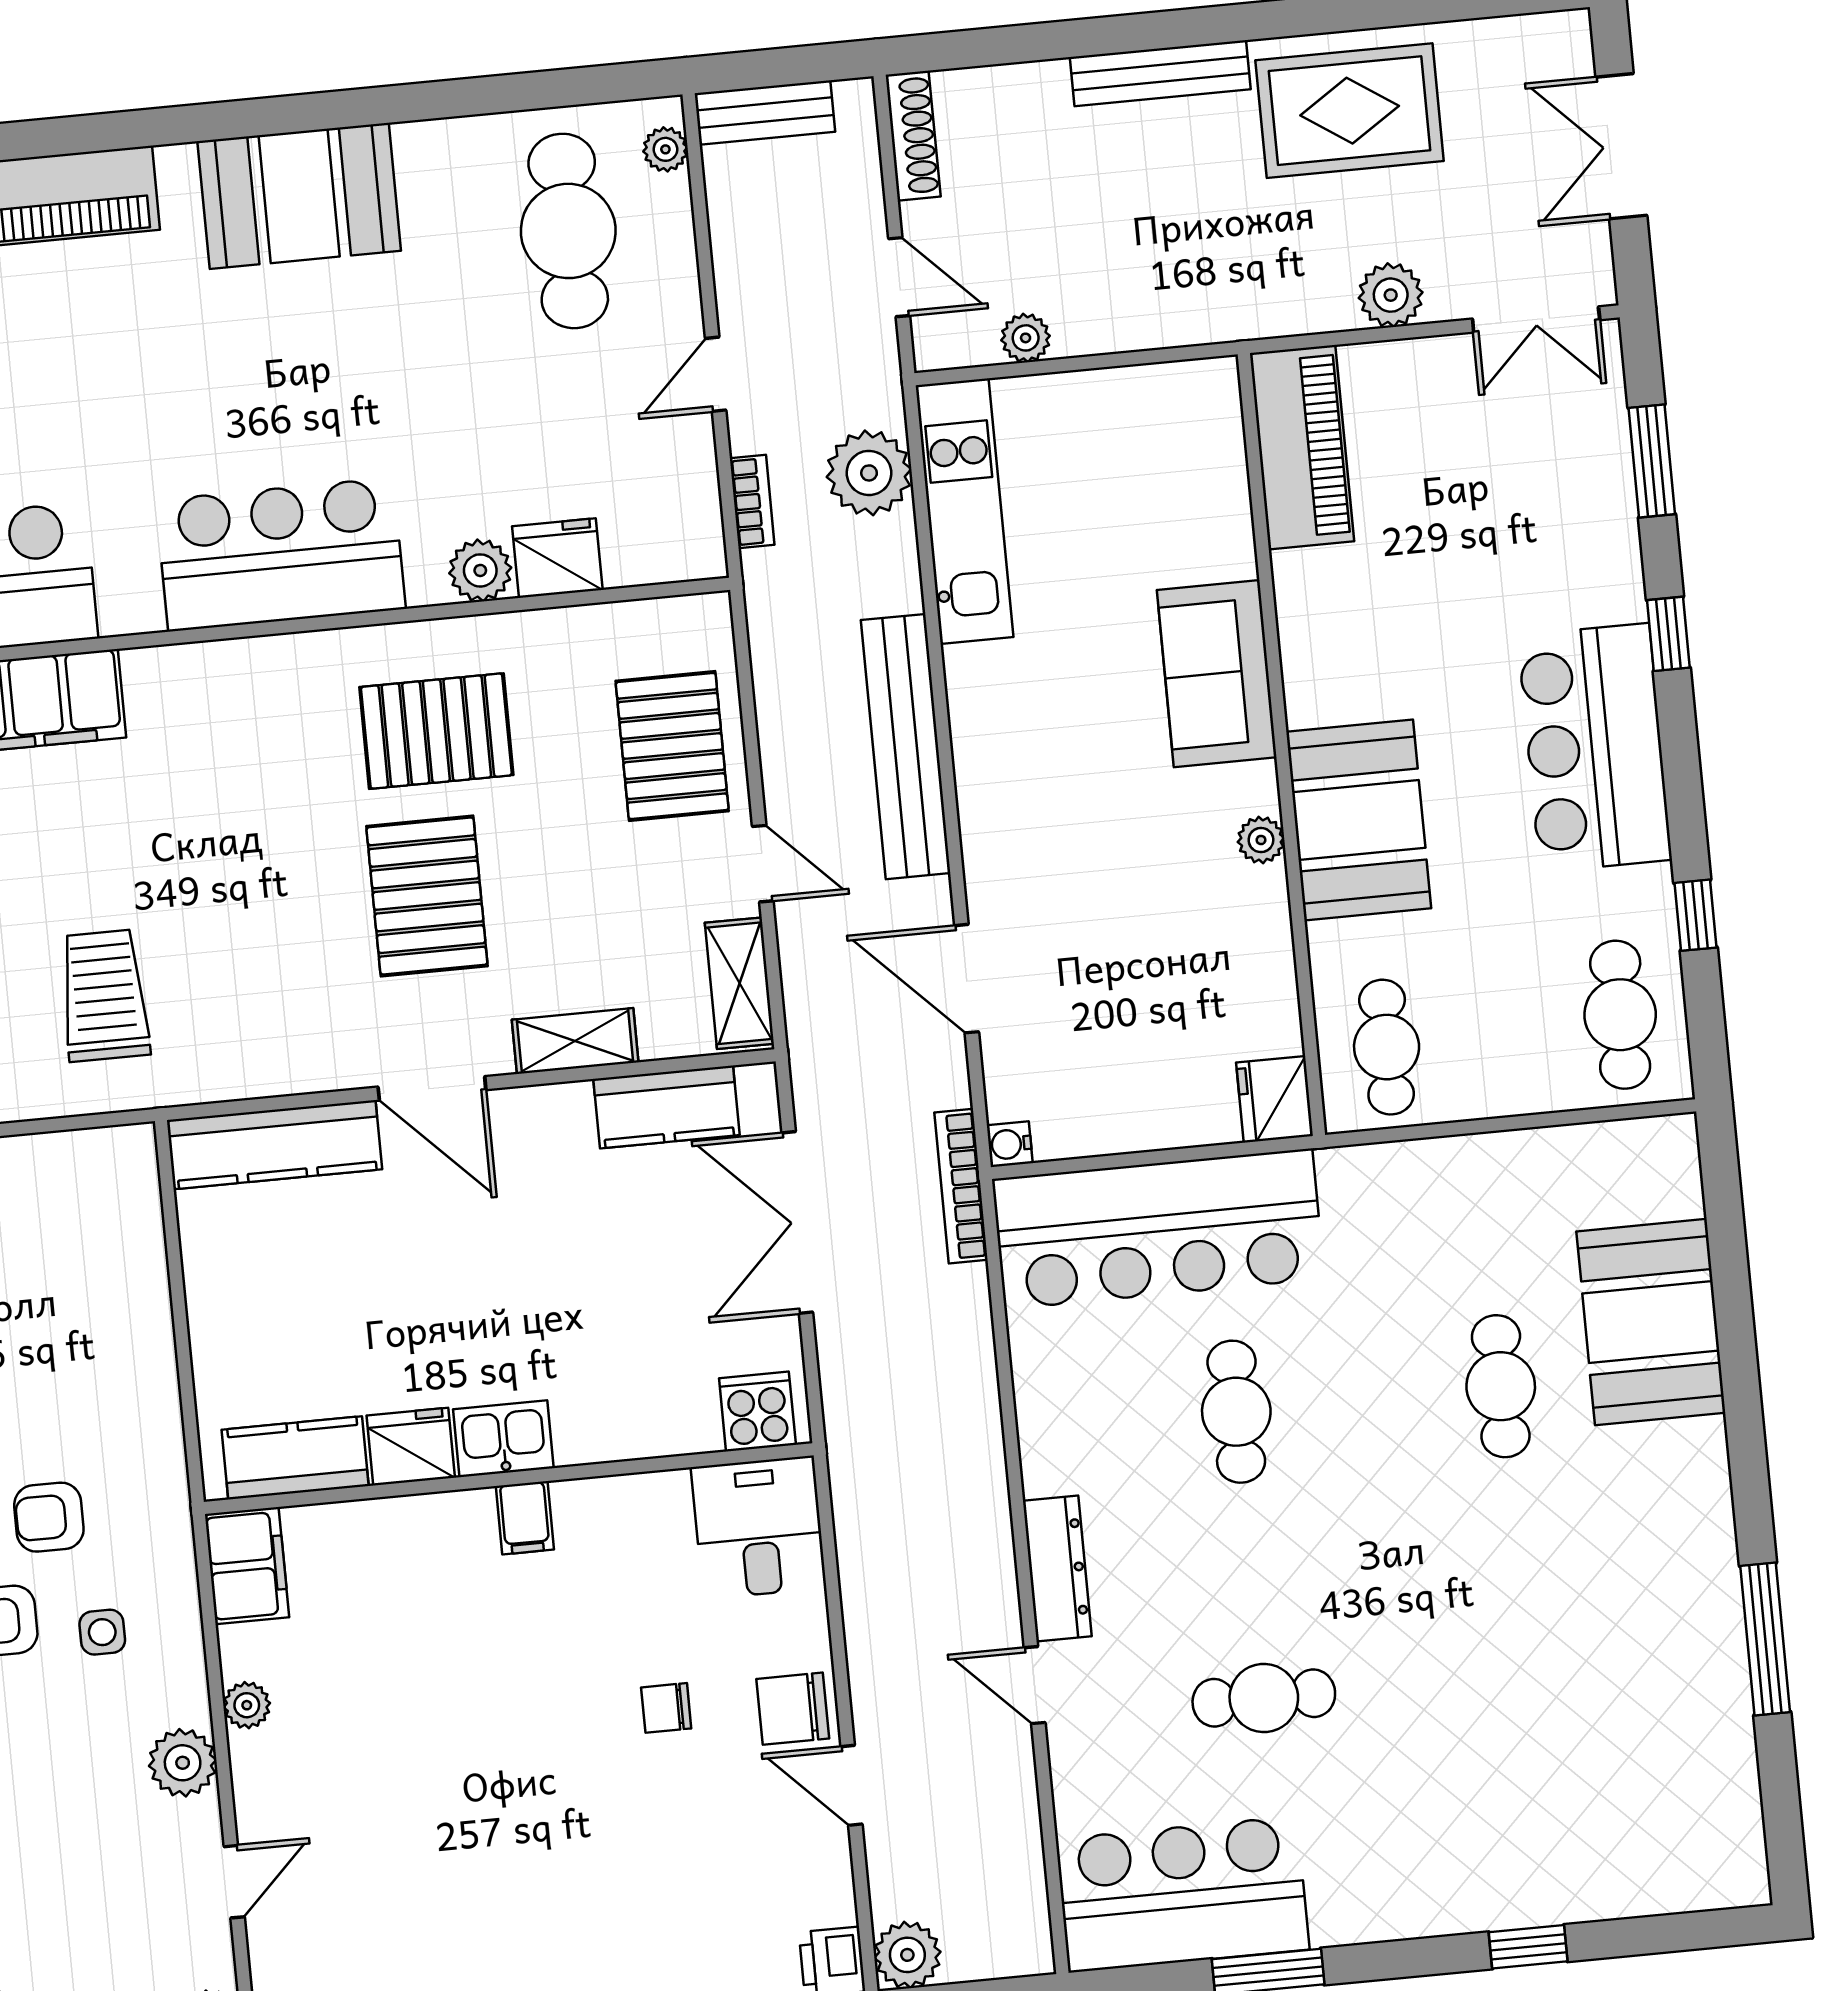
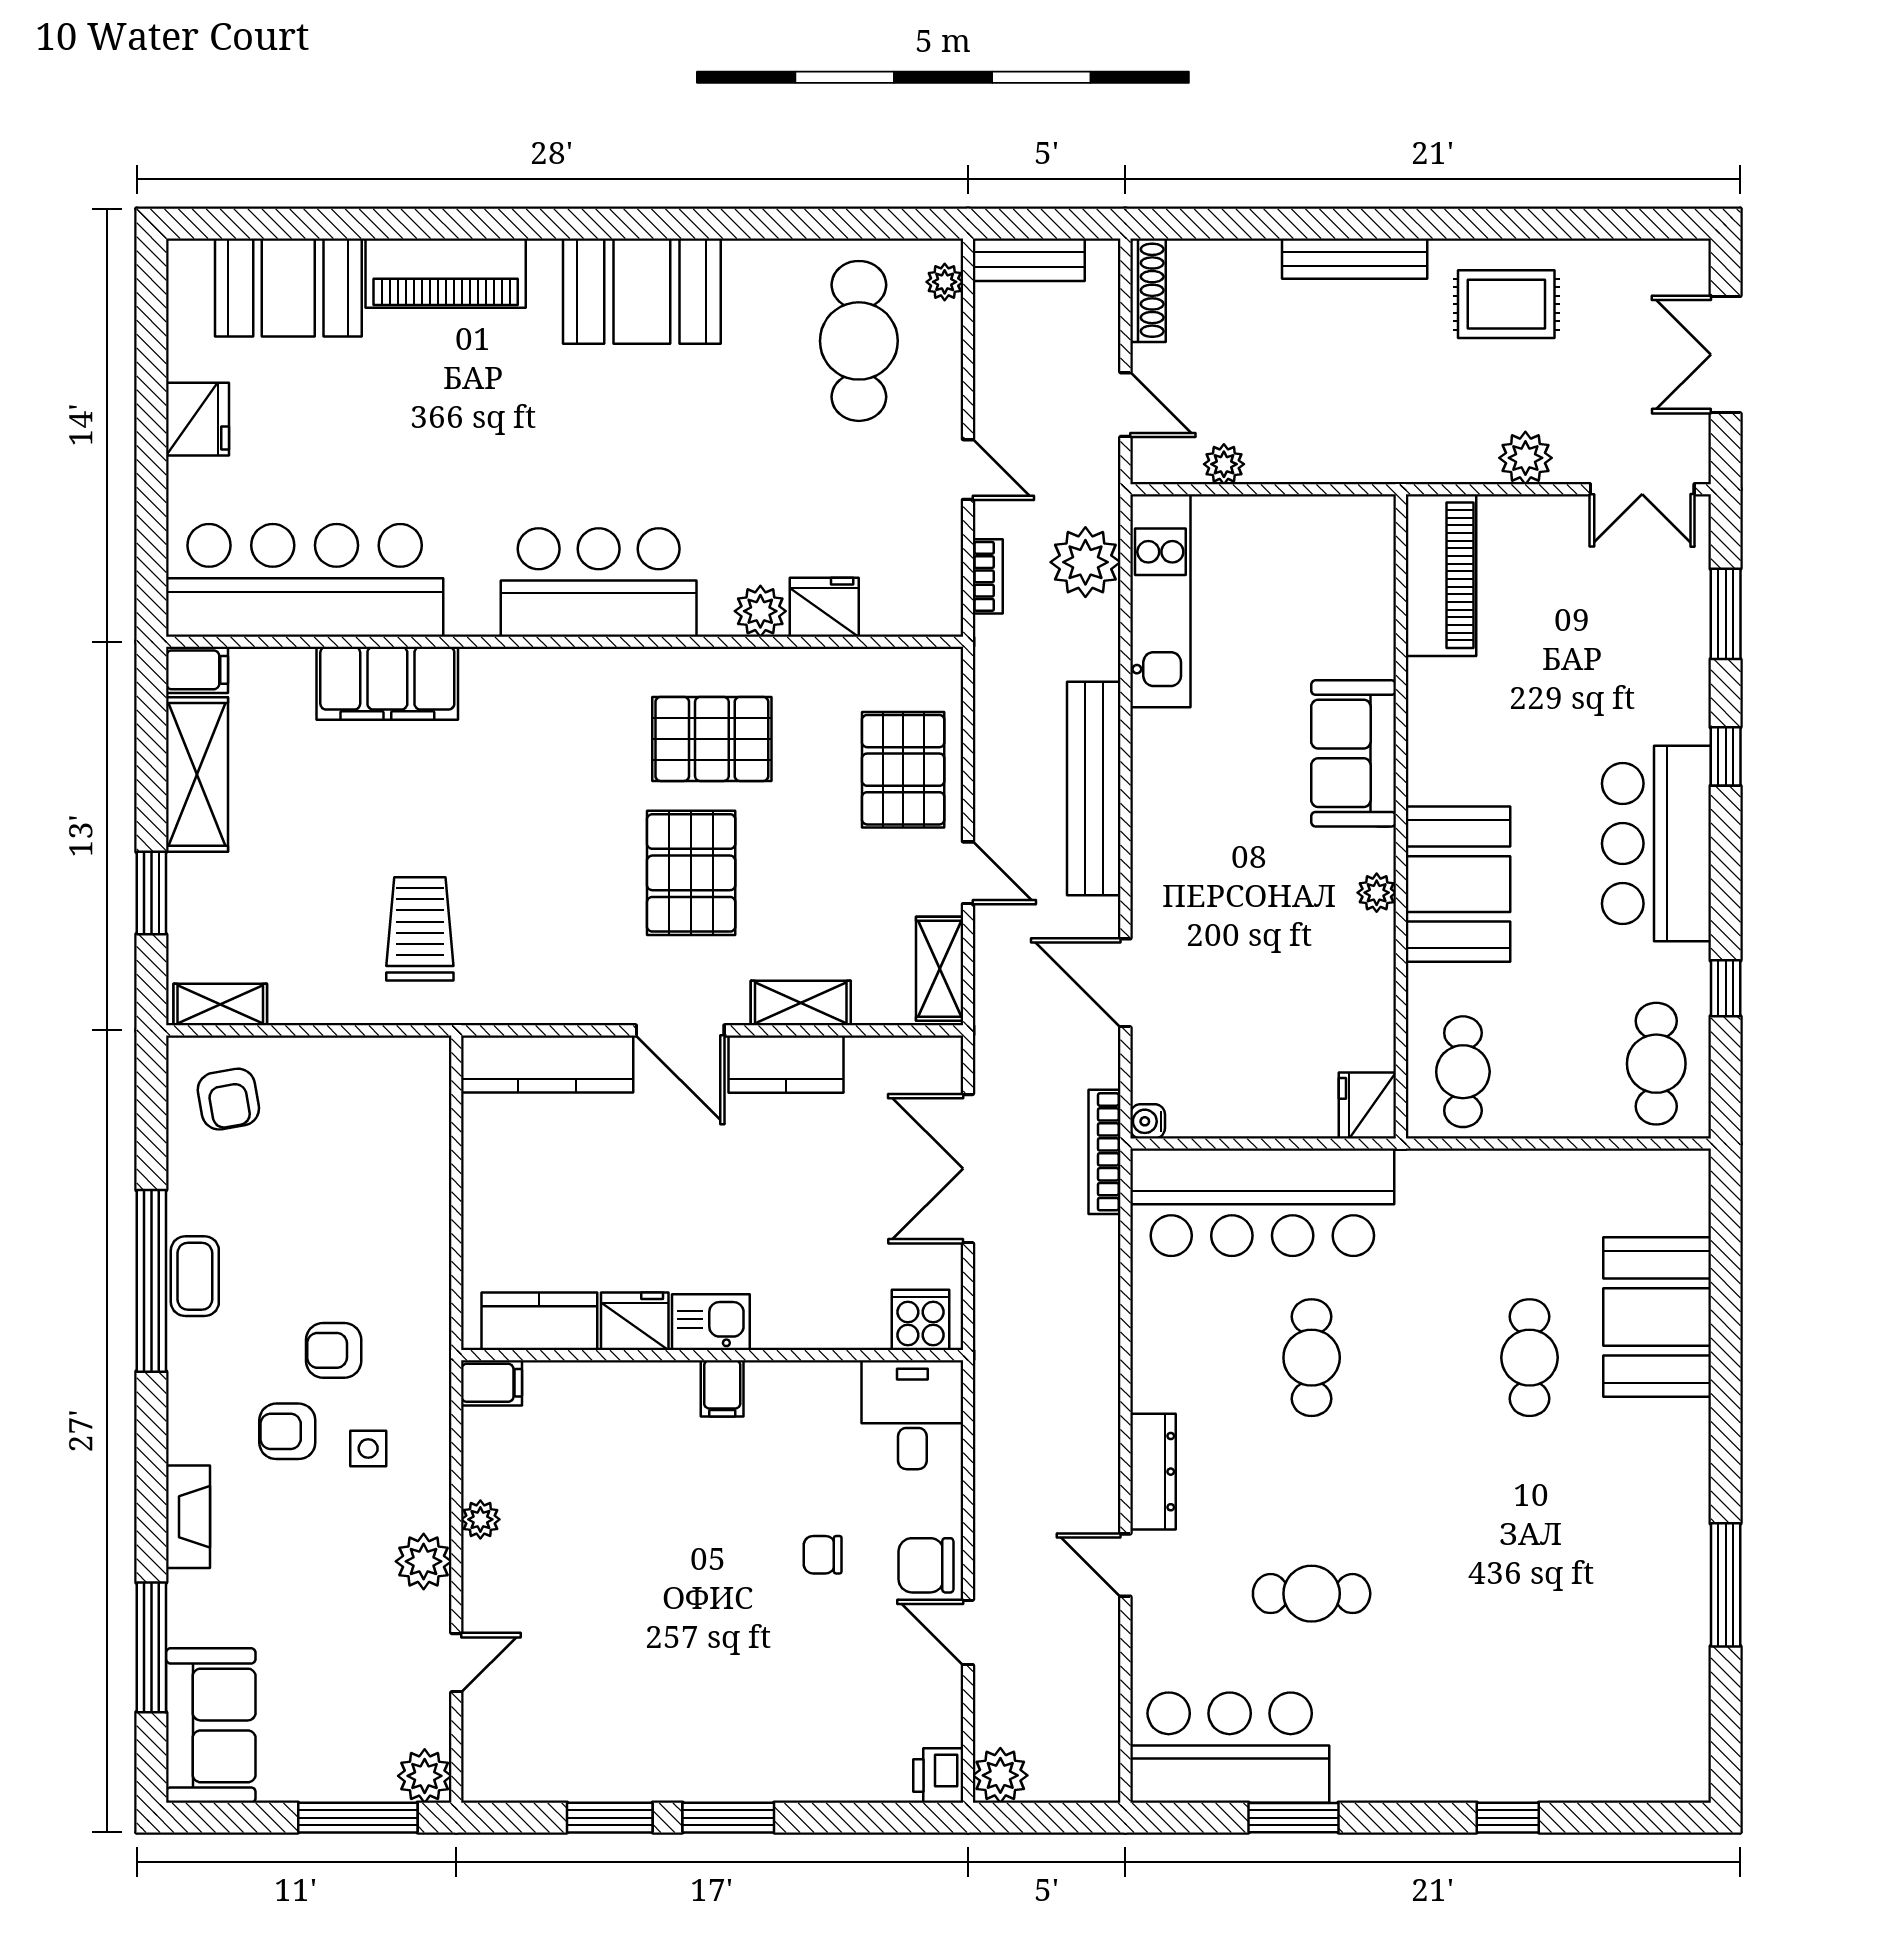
rug: (1350, 111) -> (1506, 304), width x0.73, depth x0.70
door: (716, 374) -> (968, 470), swing flipped
kitchen counter: (666, 1107) -> (786, 1064), moved
filing cabinet: (247, 1566) -> (492, 1383), width x0.50

